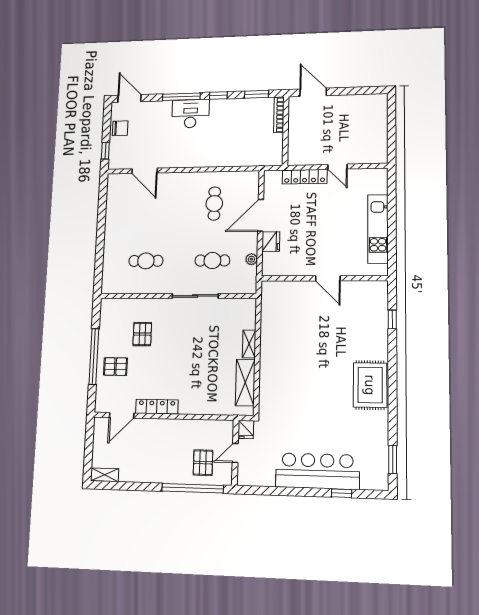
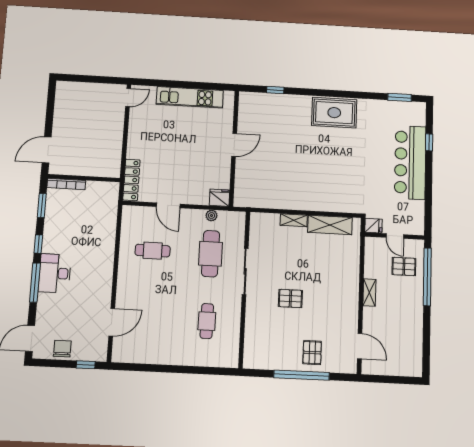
door: (338, 167) -> (128, 98), moved
locker: (305, 177) -> (131, 180), moved
door: (261, 215) -> (168, 205), width x0.73
fridge: (271, 242) -> (220, 198), moved
cafe table: (212, 261) -> (211, 254), width x1.37, depth x1.35
pallet: (142, 334) -> (290, 298), moved
locker: (157, 407) -> (352, 311), removed
shelving: (105, 475) -> (369, 293), moved

